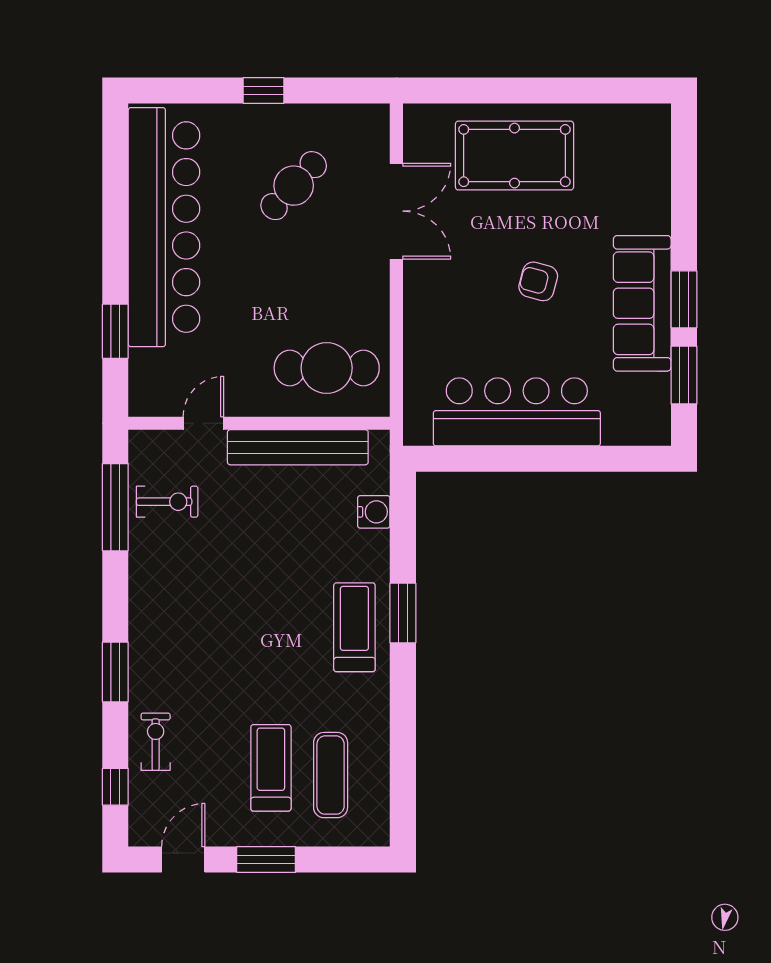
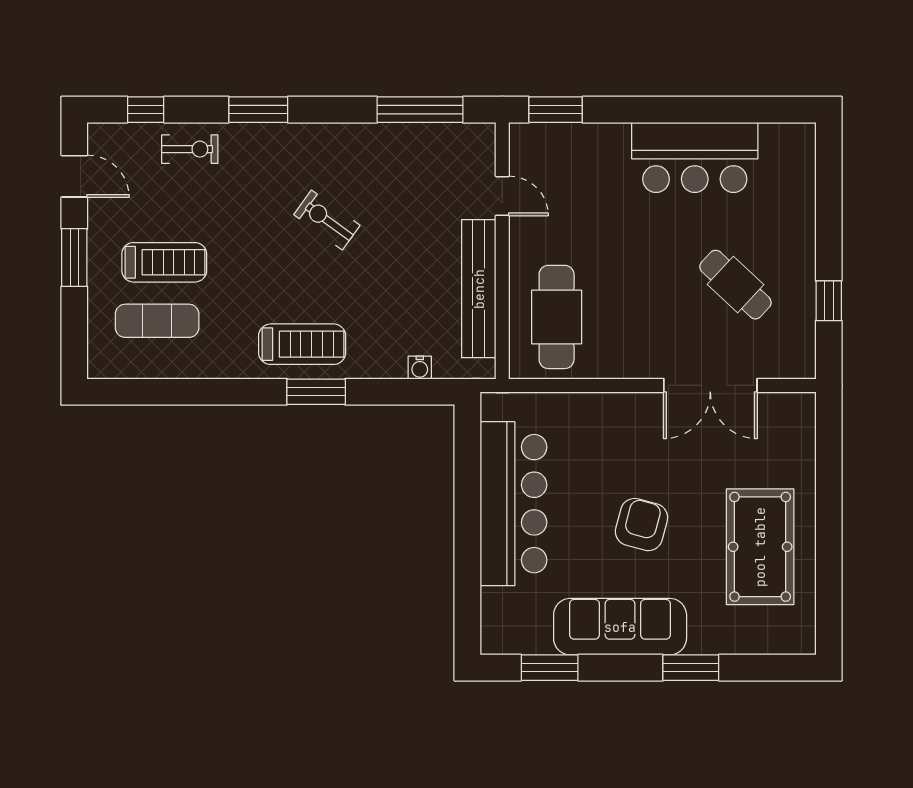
window: (263, 90) -> (829, 301), moved
pool table: (514, 156) -> (760, 547), moved
bar counter: (164, 227) -> (695, 157), width x0.54
armchair: (538, 281) -> (641, 525), width x1.38, depth x1.38
window: (684, 299) -> (691, 668), moved
window: (115, 331) -> (556, 110), moved
exercise bike: (167, 502) -> (327, 220), moved, turned 126
water cooler: (374, 512) -> (420, 368), width x0.72, depth x0.72

